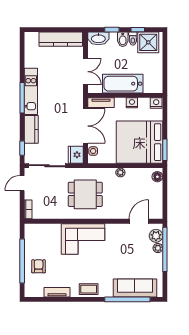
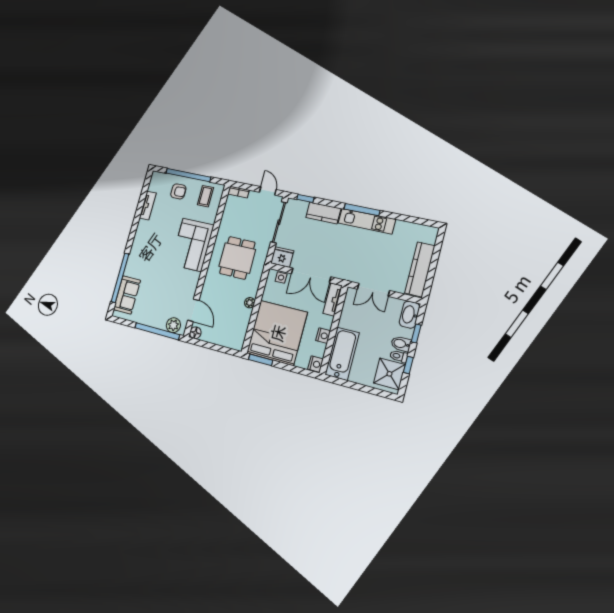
bathtub: (123, 84) -> (342, 354), moved
floor lamp: (157, 177) -> (195, 333), moved
plant: (158, 248) -> (161, 324), removed
sofa: (135, 288) -> (127, 295), width x0.73
coffee table: (89, 289) -> (205, 196), moved

